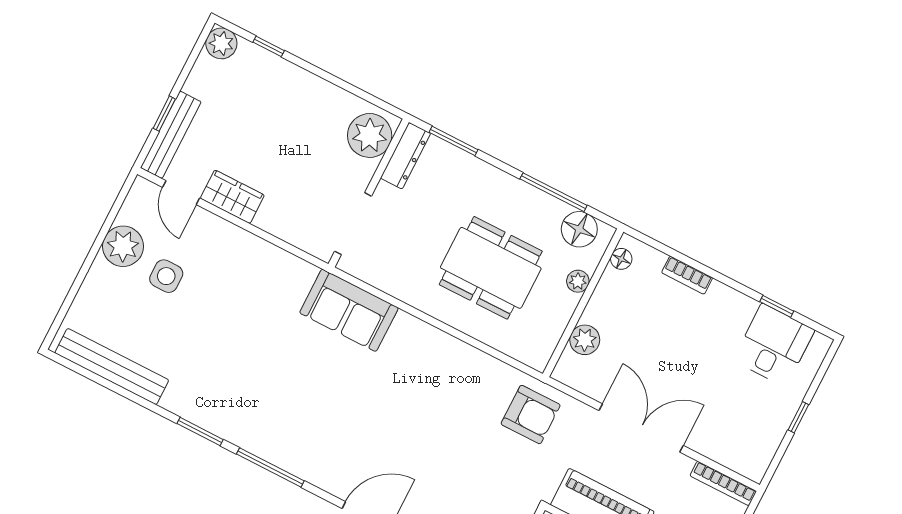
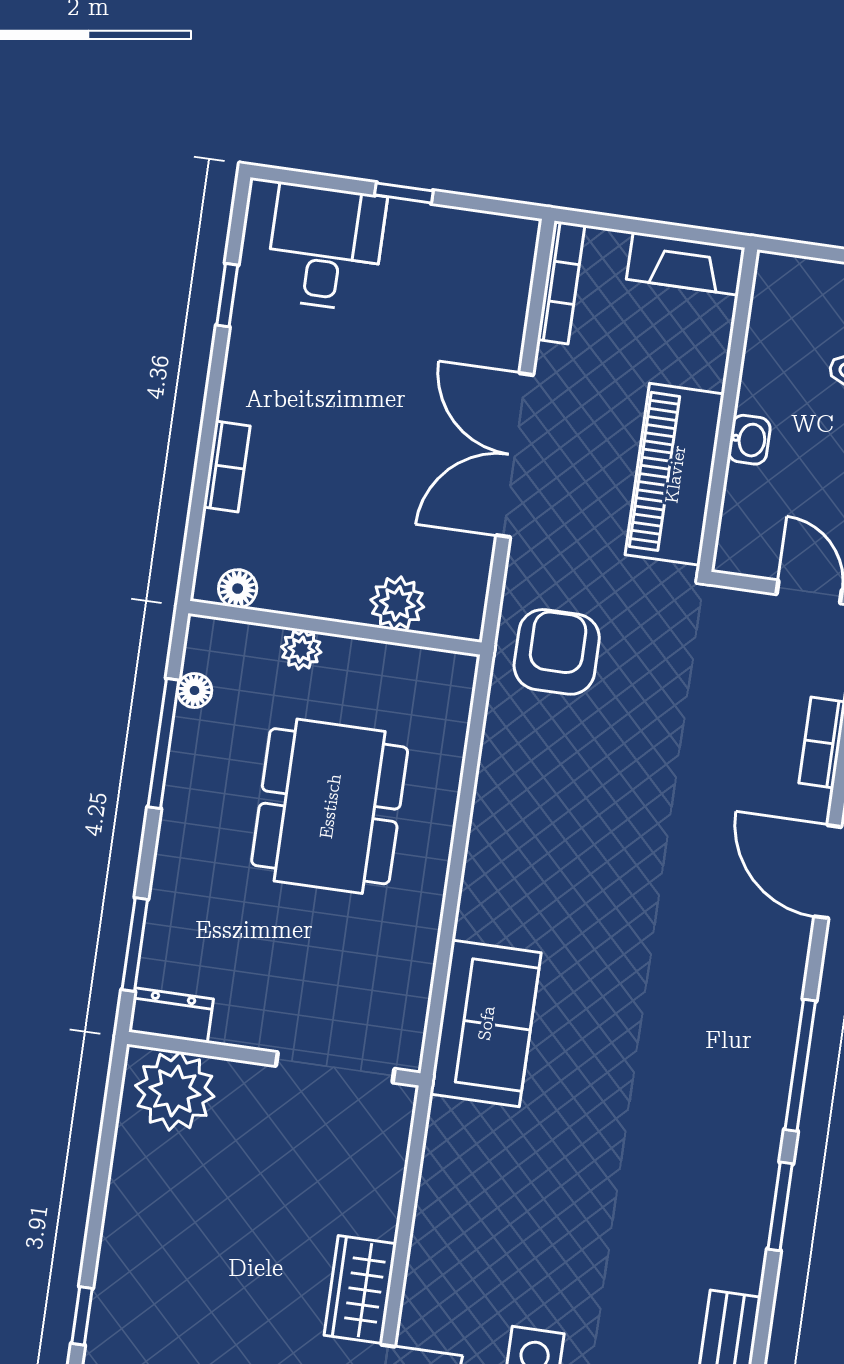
dresser: (406, 156) -> (171, 1015), width x0.70
floor lamp: (579, 229) -> (194, 690), width x0.53, depth x0.53
desk: (774, 345) -> (326, 247), moved, turned 90

